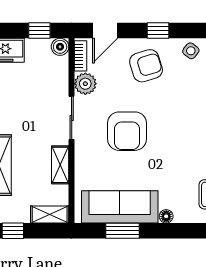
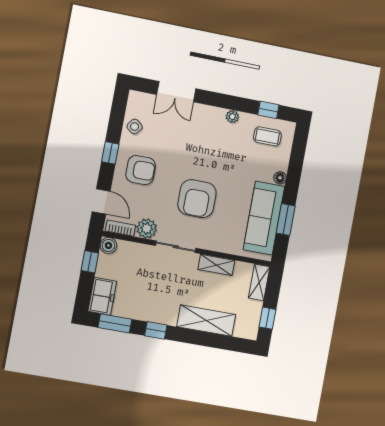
armchair: (146, 66) -> (141, 170), turned 107
armchair: (127, 131) -> (197, 199), turned 90

